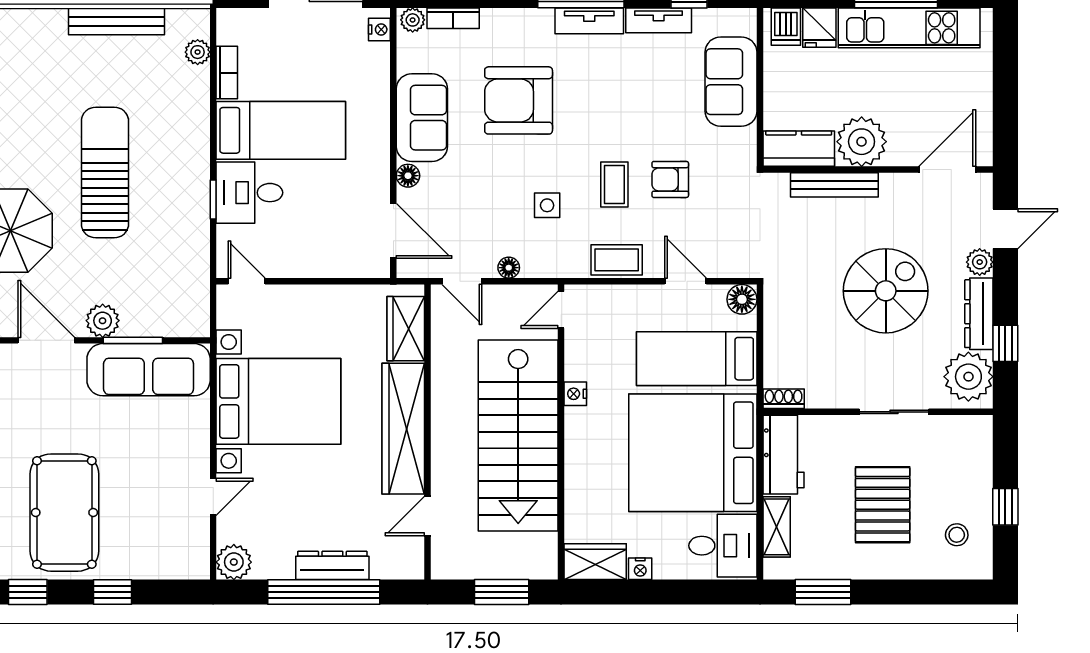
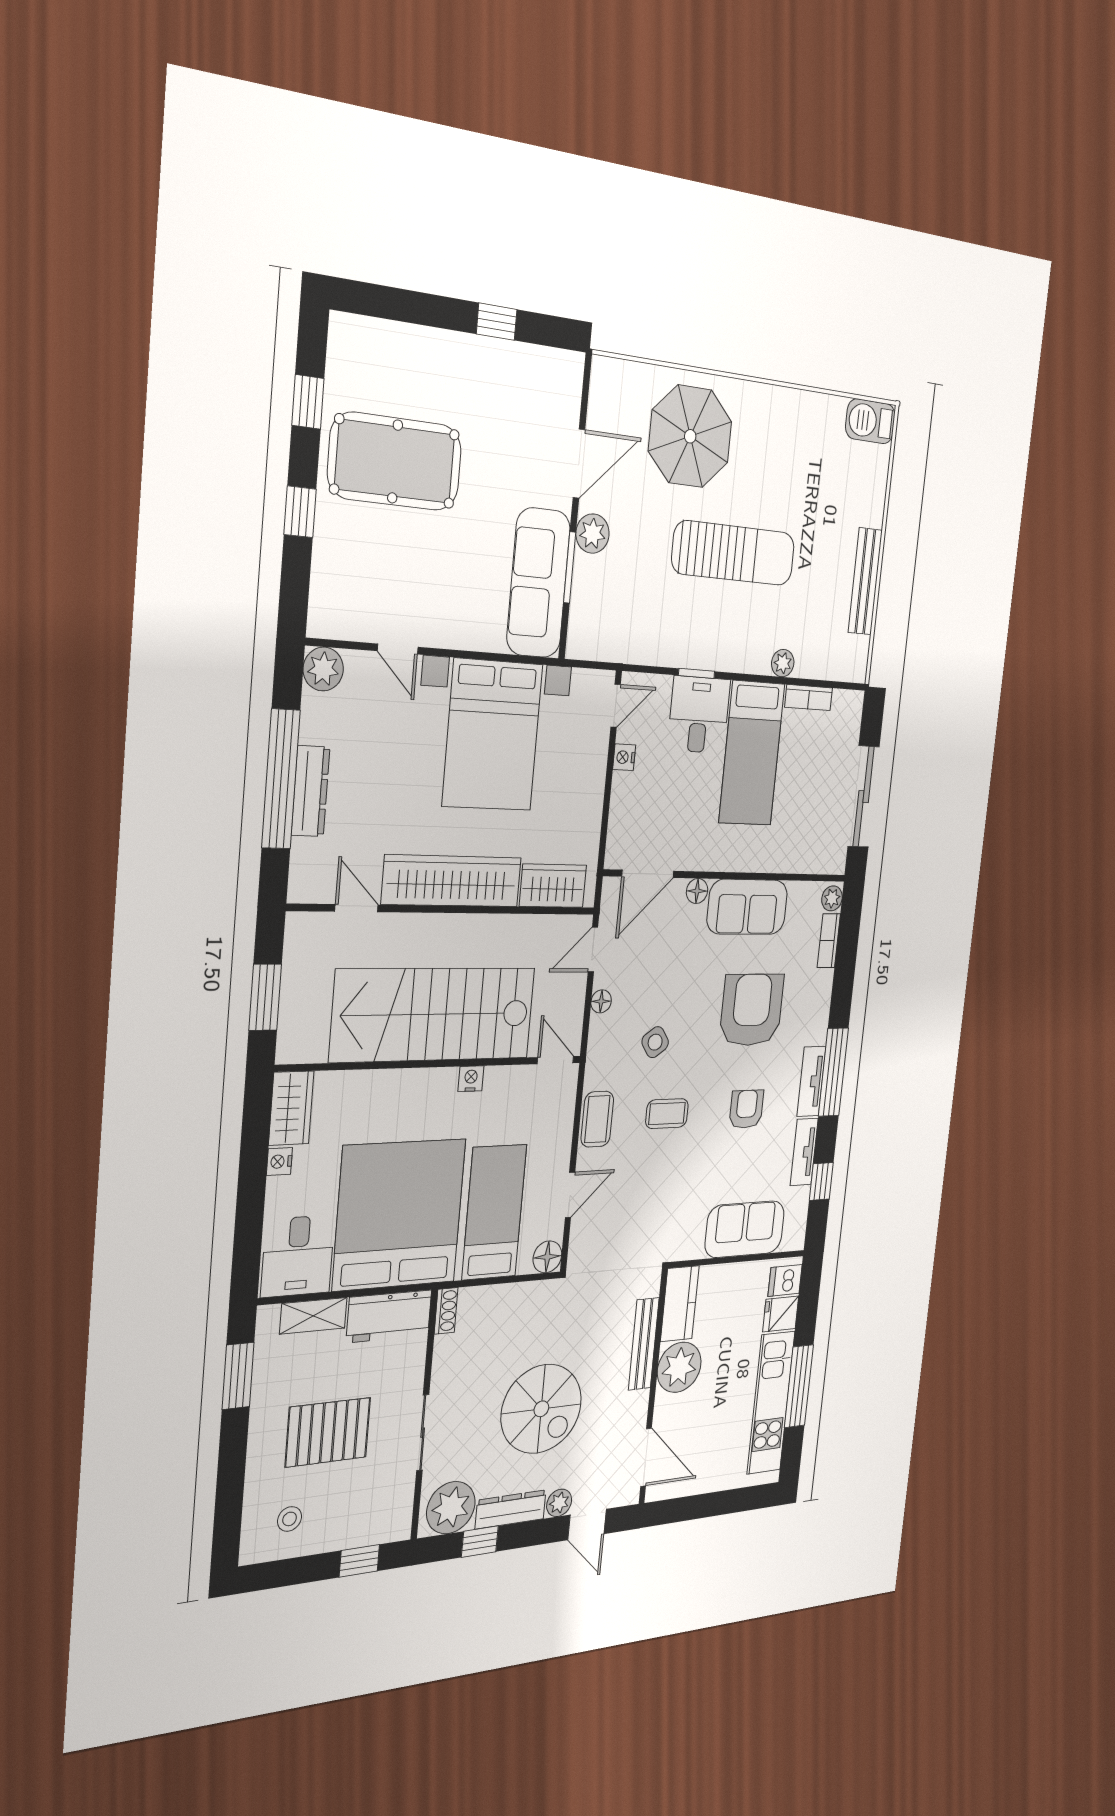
nightstand: (379, 29) -> (624, 757), moved, turned 90
plant: (198, 52) -> (783, 663), moved
armchair: (670, 179) -> (746, 1109), moved
side table: (547, 205) -> (655, 1042), turned -35
window: (1005, 507) -> (359, 1561), moved

